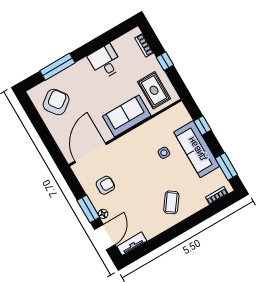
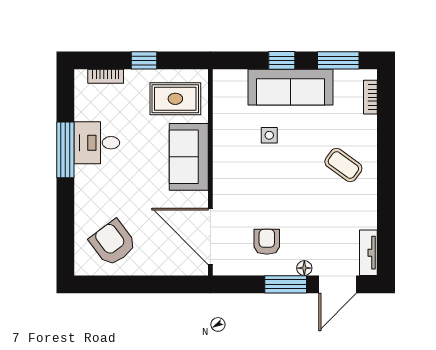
window: (57, 67) -> (65, 150), moved
window: (202, 125) -> (282, 60), moved
door: (105, 237) -> (338, 284), swing flipped

